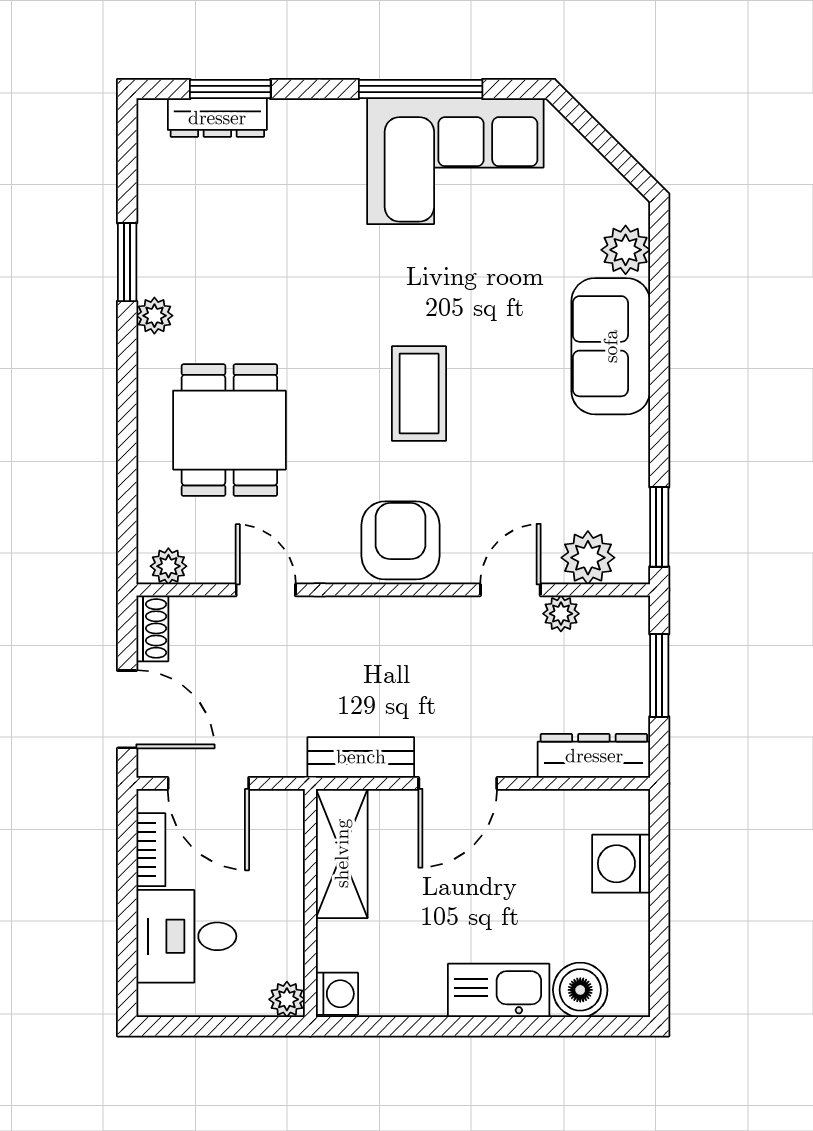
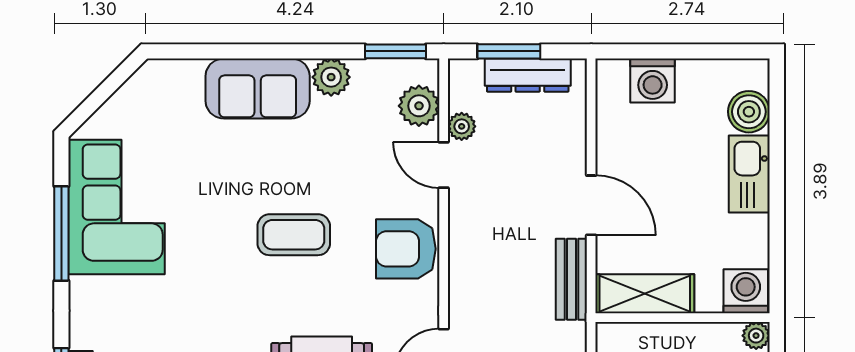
plant: (626, 250) -> (331, 77), moved
dresser: (594, 756) -> (528, 75), moved, turned -90
washing machine: (337, 994) -> (746, 291), width x1.38, depth x1.38

